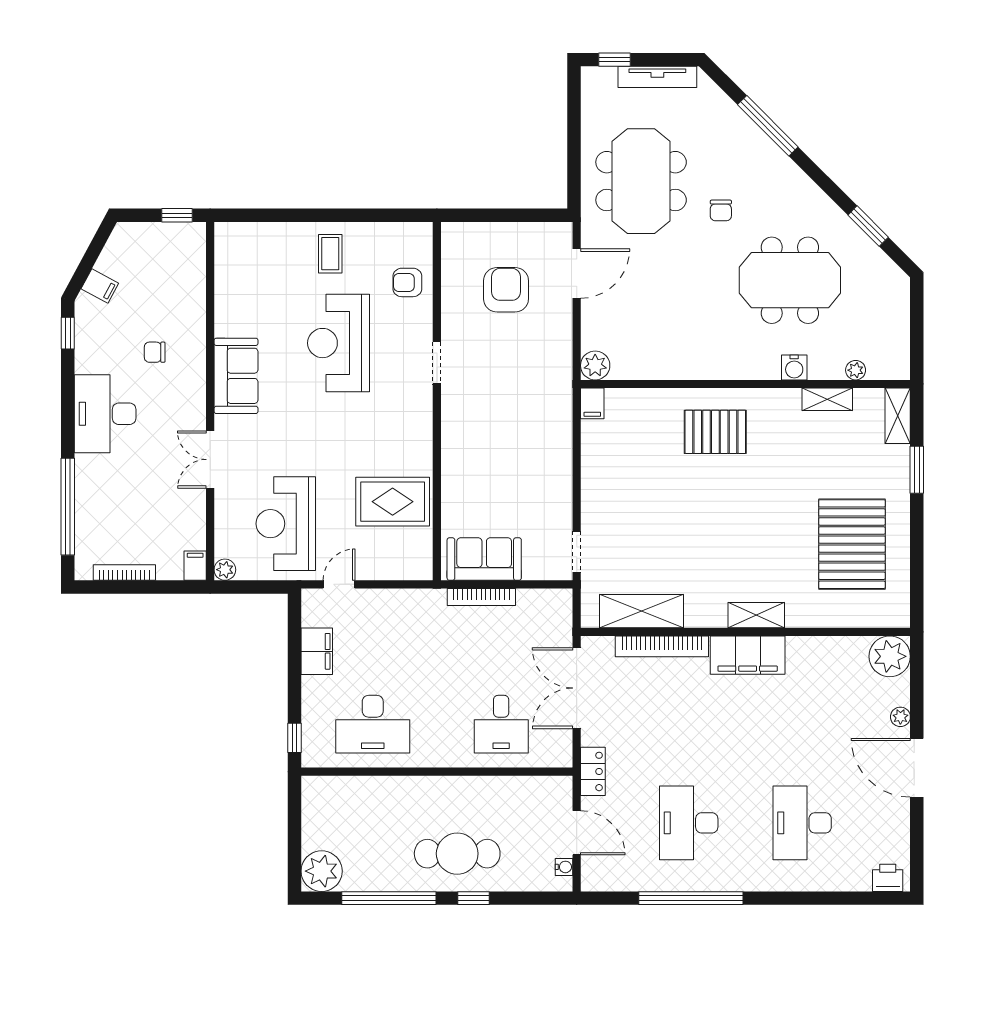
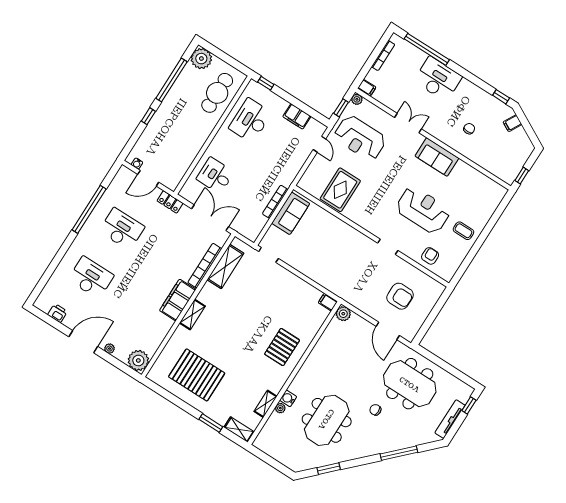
plant: (856, 370) -> (280, 408), moved
desk: (105, 414) -> (438, 79), moved
reception desk: (286, 524) -> (360, 138), turned 180
window: (256, 587) -> (341, 108), added
cafe table: (457, 854) -> (217, 93), moved
printer: (888, 878) -> (57, 313), moved, turned -90

